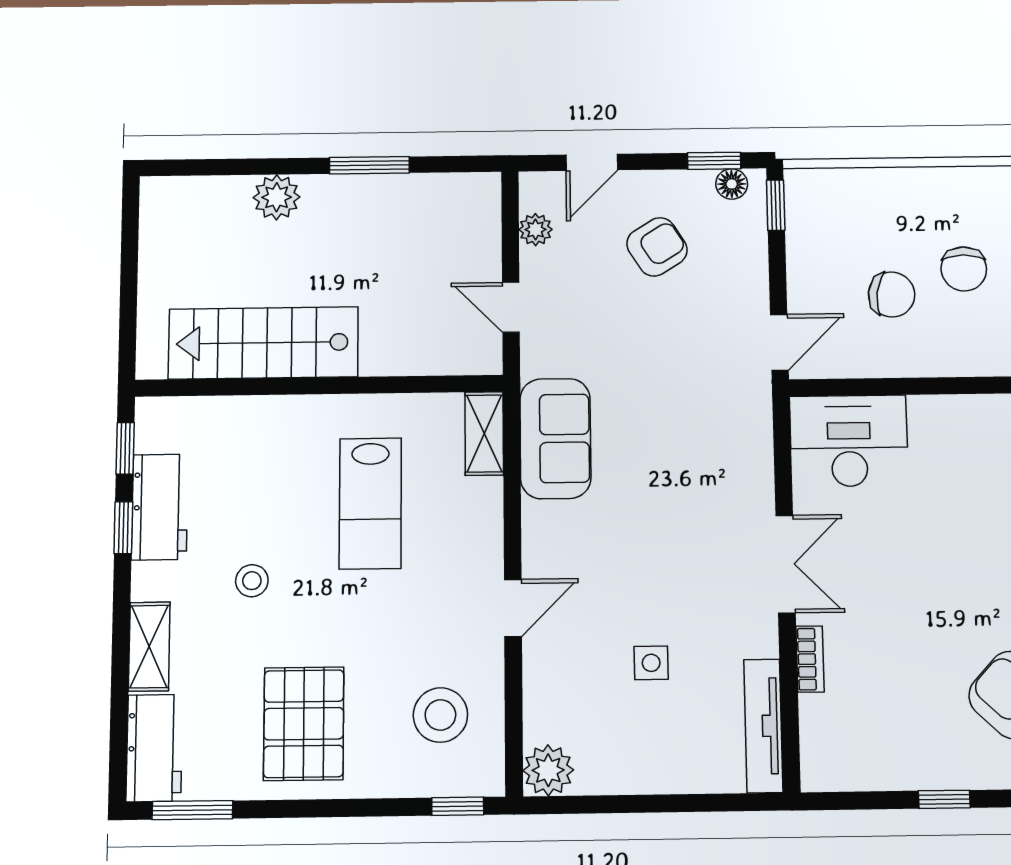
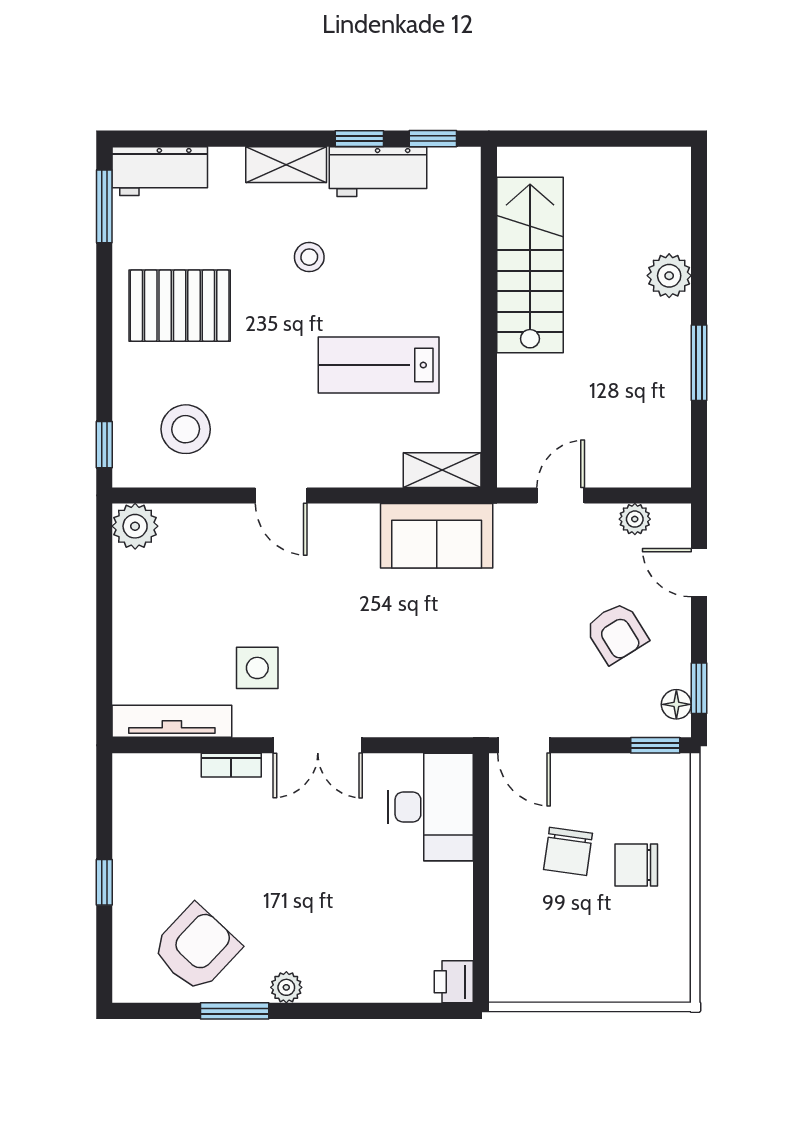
chair: (964, 269) -> (636, 865), moved
shelving: (149, 647) -> (286, 165), moved
side table: (651, 663) -> (257, 668), moved, width x1.37, depth x1.37

